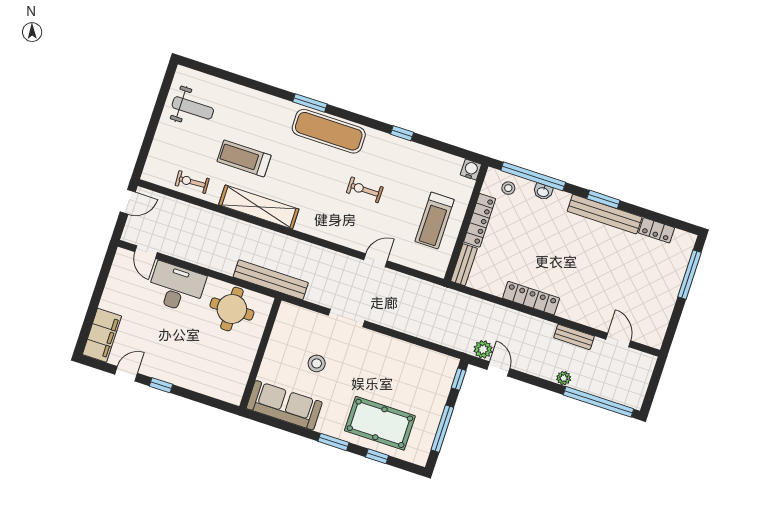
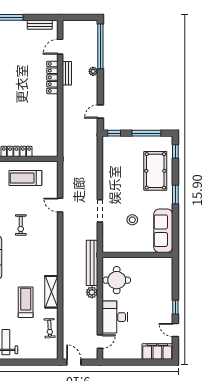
treadmill: (244, 158) -> (26, 302), turned 180
shelving: (259, 207) -> (51, 292), width x0.68
treadmill: (435, 220) -> (25, 178), turned 180
bench: (464, 265) -> (40, 25), moved
locker: (531, 298) -> (52, 77), moved
plant: (483, 349) -> (92, 292), moved
window: (377, 456) -> (175, 151), moved

